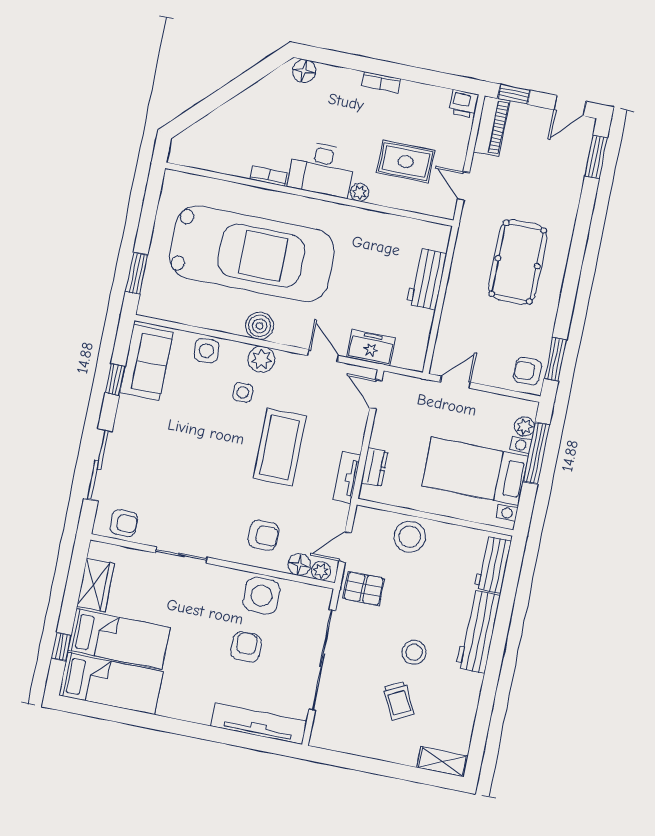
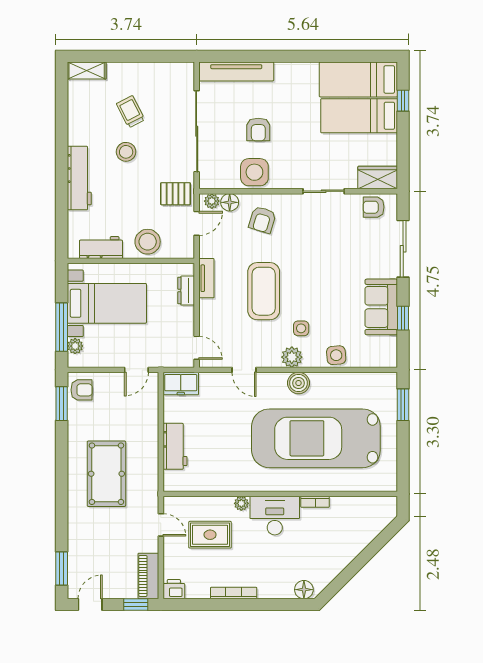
bookcase: (381, 82) -> (234, 593), width x1.56
freezer: (371, 348) -> (181, 384), moved
sofa: (146, 363) -> (381, 307), moved
armchair: (263, 535) -> (262, 220), turned -73
workbench: (493, 565) -> (101, 248), moved, turned -90
wardrobe: (96, 585) -> (378, 178), moved, turned 90

